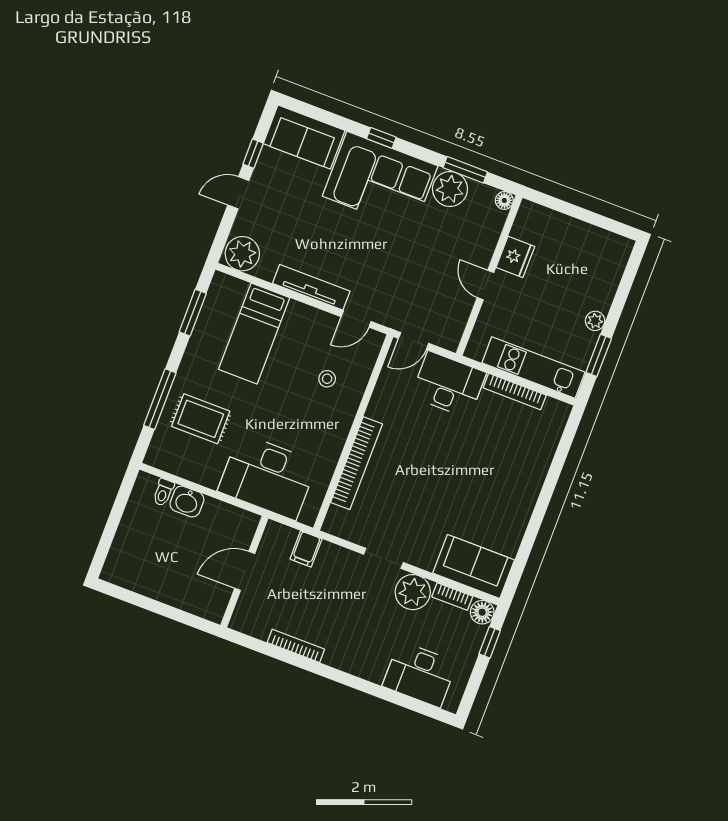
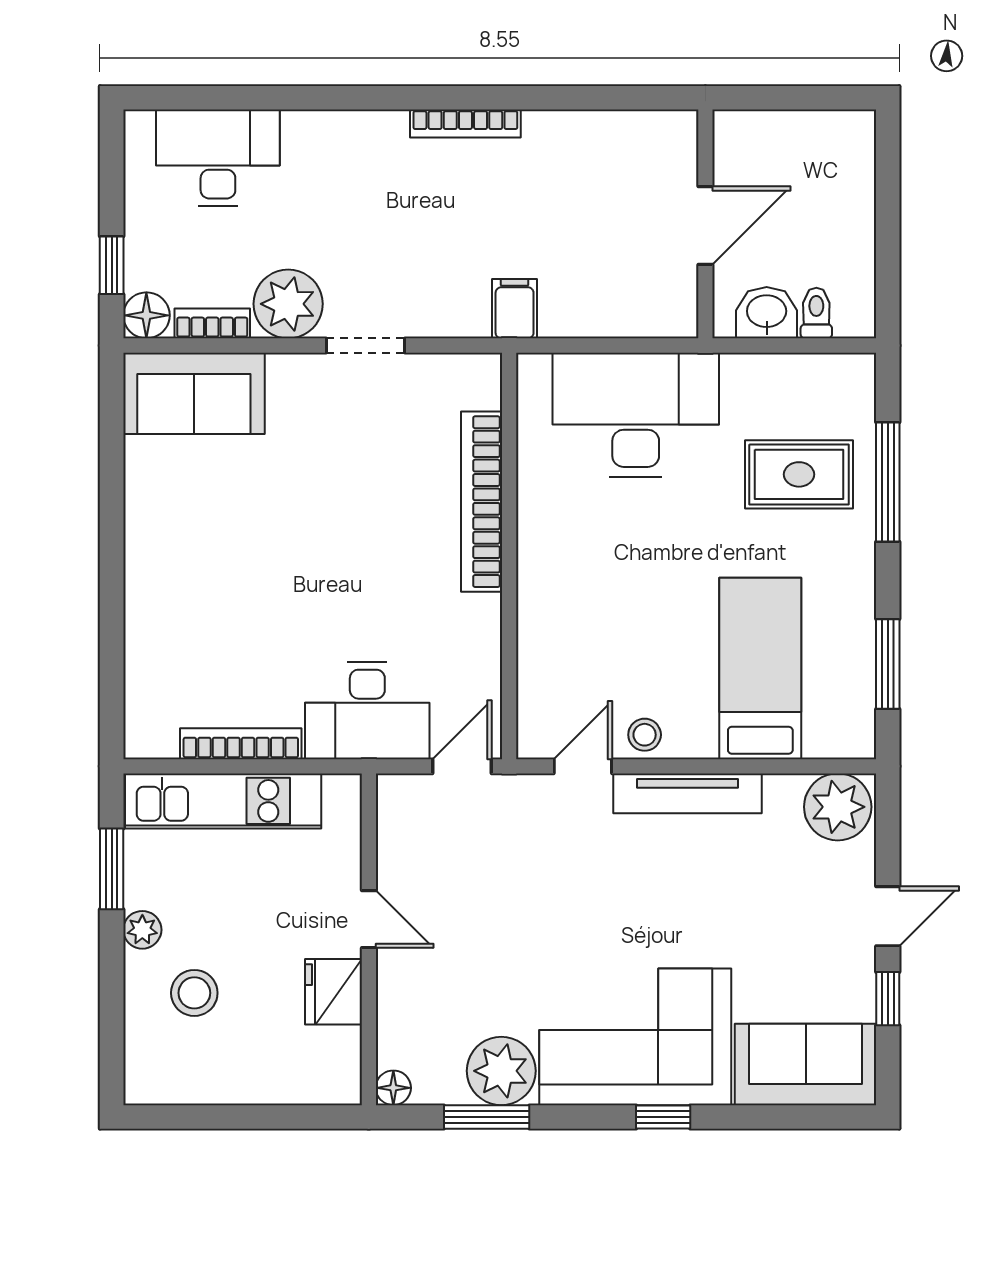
stool: (582, 281) -> (194, 993), added
stool: (327, 379) -> (645, 735), moved
door: (245, 571) -> (705, 226), moved
wall: (244, 572) -> (705, 224), moved

